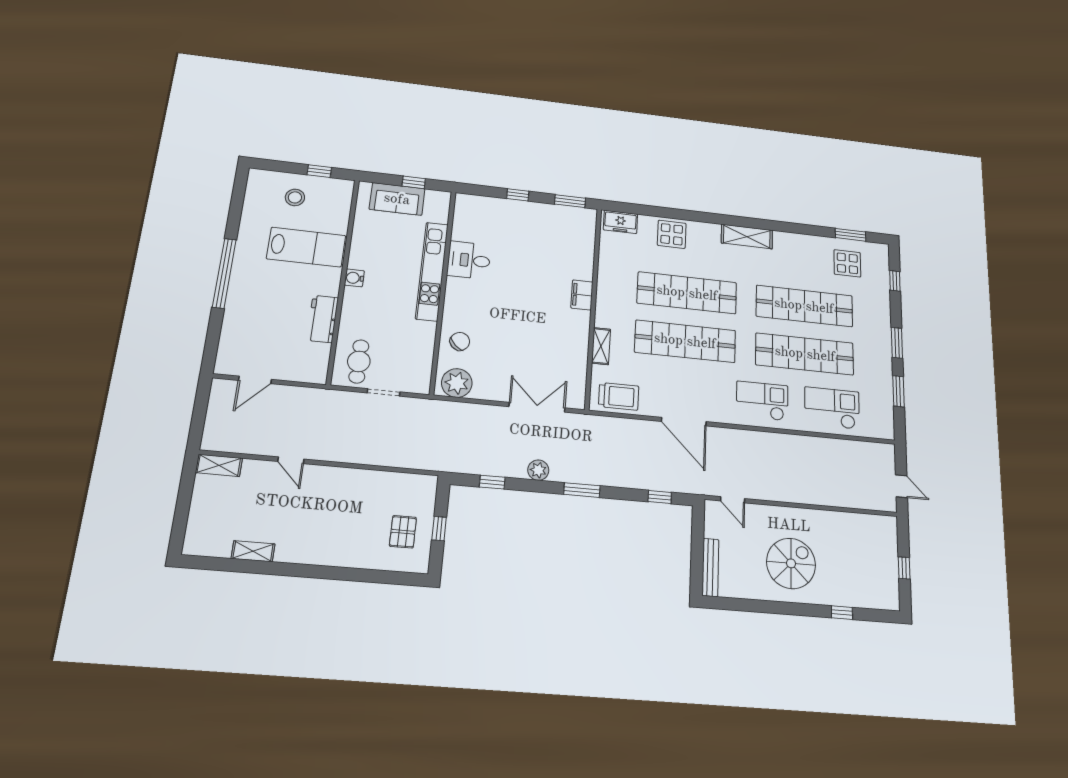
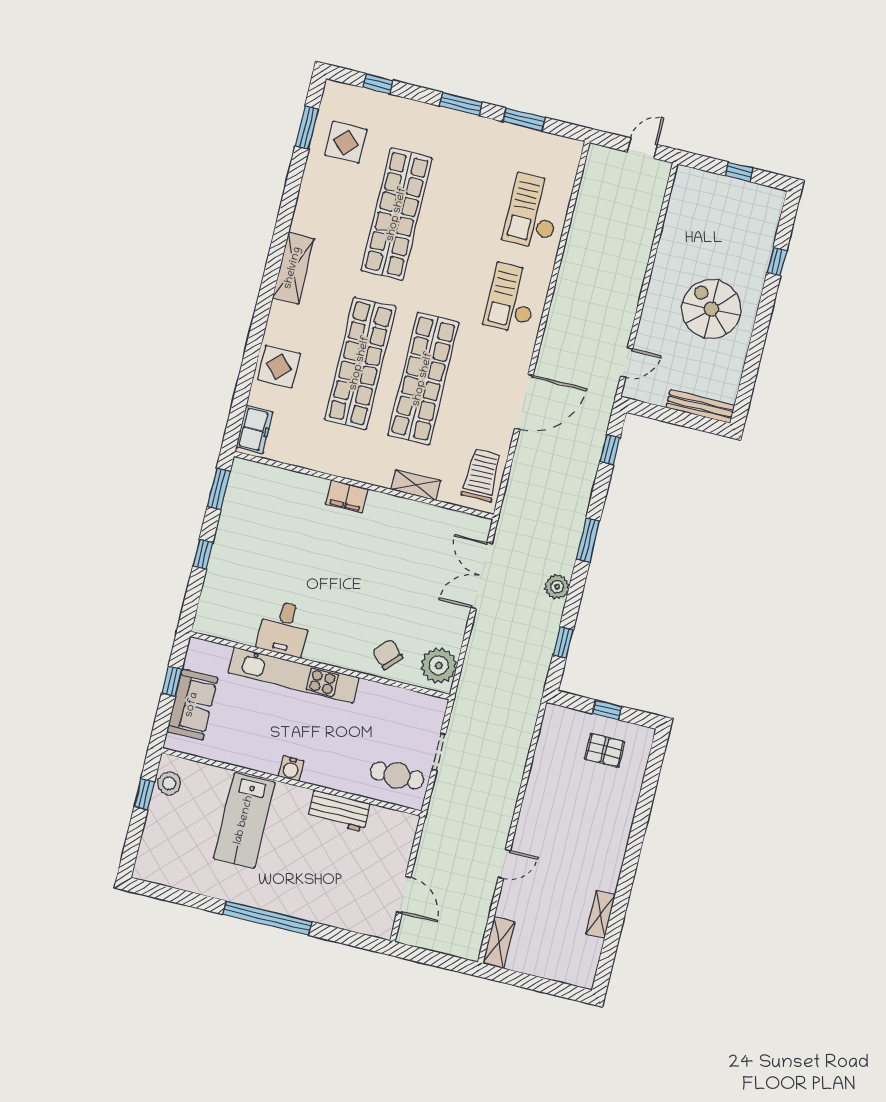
stool: (295, 197) -> (169, 783), moved
lab bench: (306, 247) -> (244, 820), turned 180
shop shelf: (805, 354) -> (460, 230), removed

